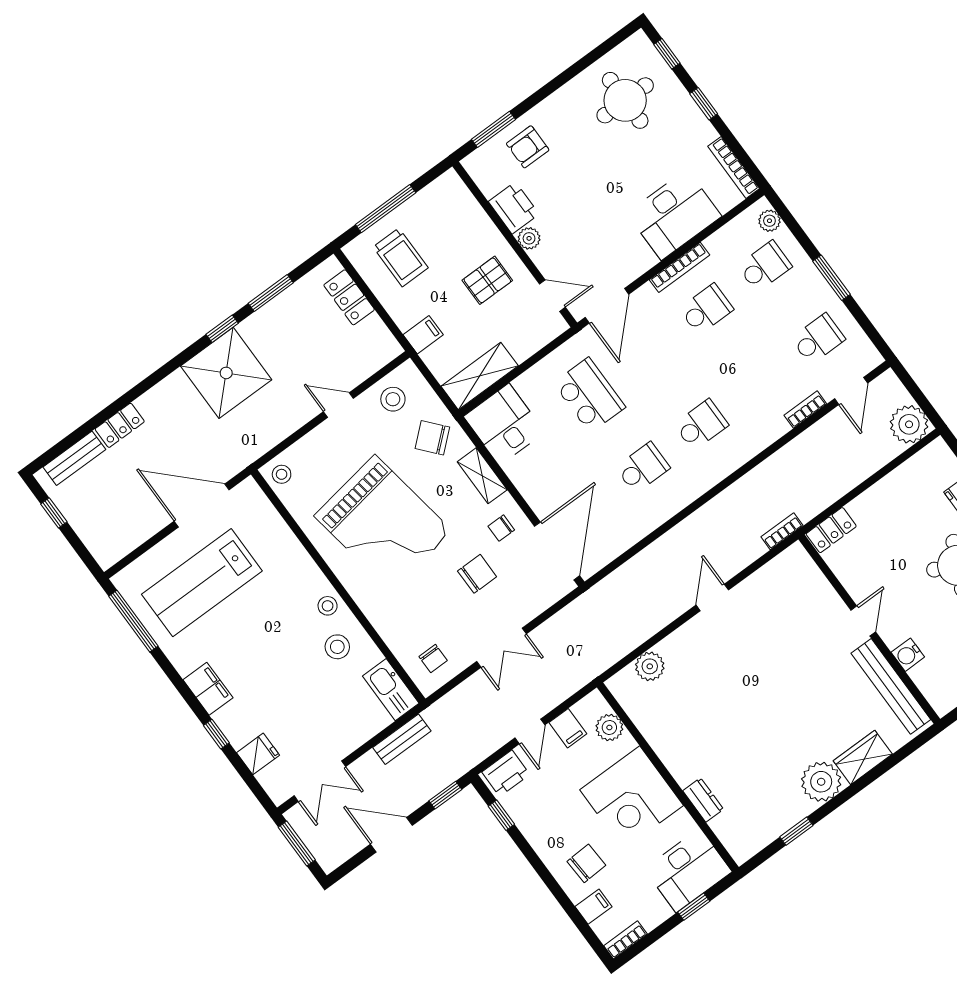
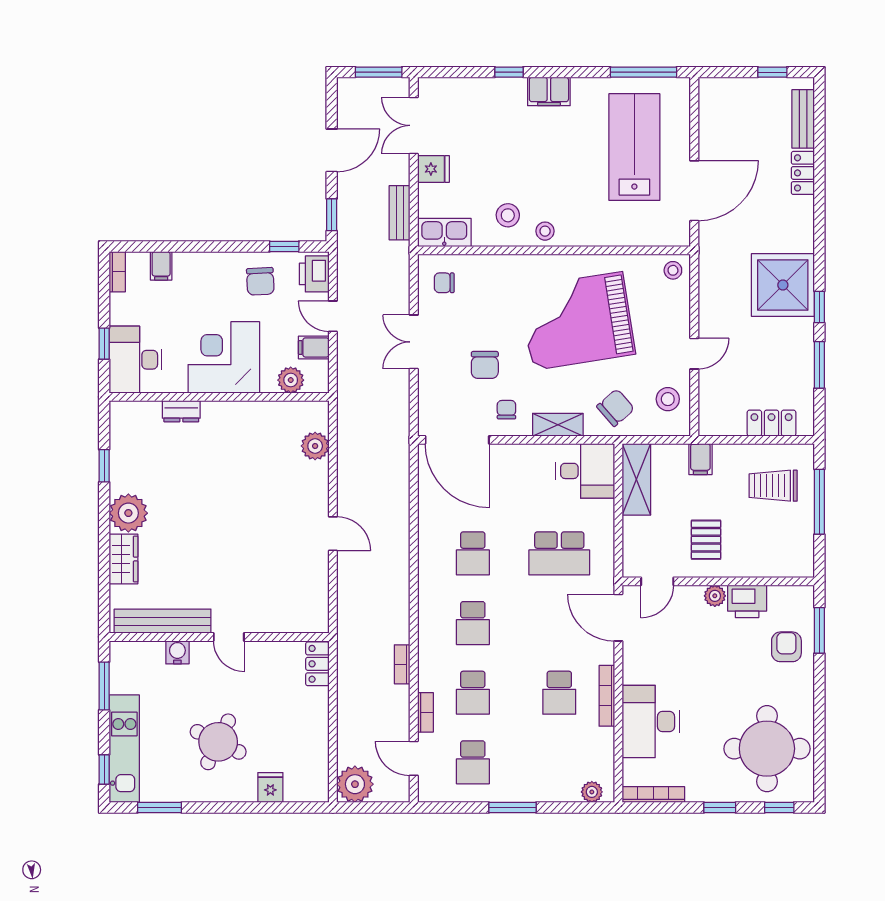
round table: (625, 100) -> (767, 749), width x1.36, depth x1.36
school desk: (765, 266) -> (473, 693), moved
bookcase: (782, 531) -> (402, 664), moved, turned 180
fridge: (258, 754) -> (433, 169), moved, turned -90
chair: (586, 863) -> (260, 281), moved

